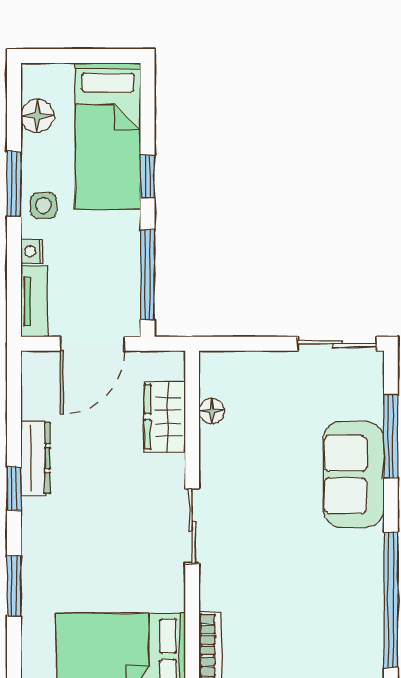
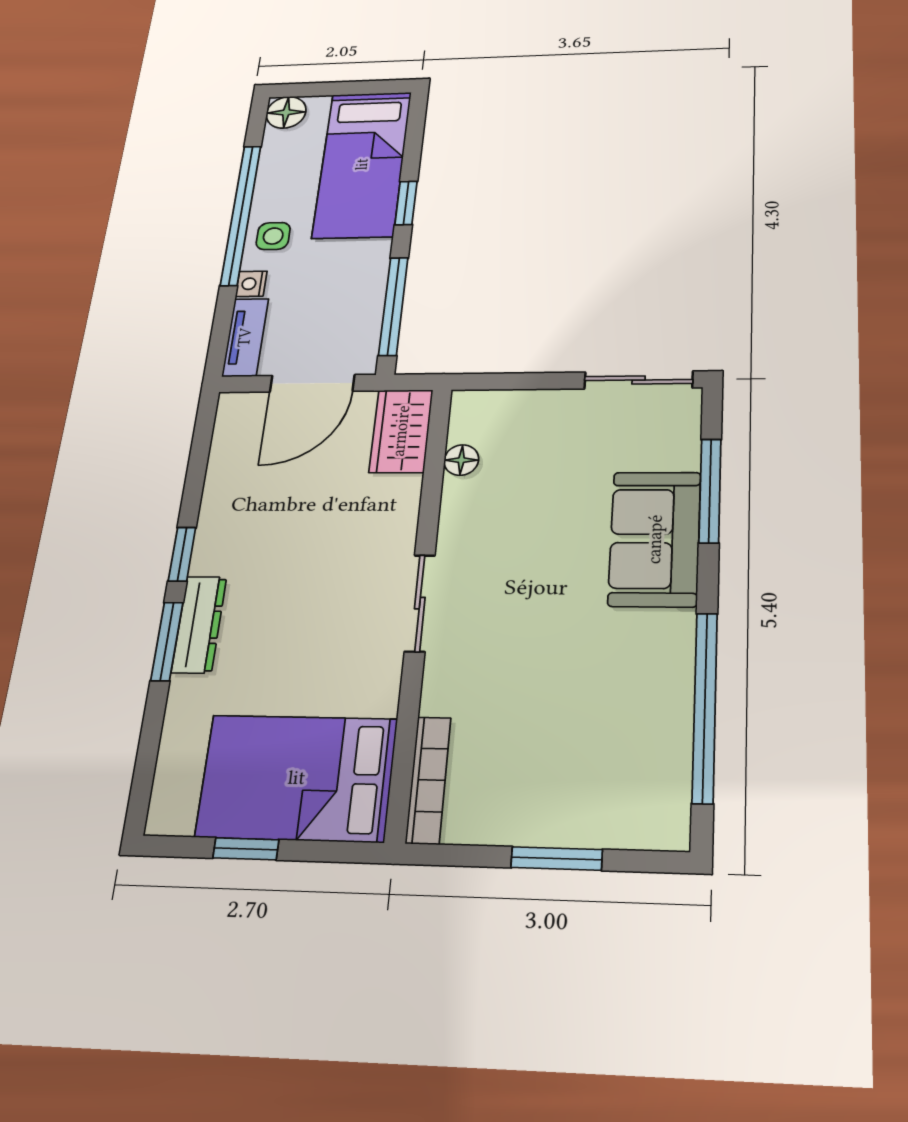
floor lamp: (37, 116) -> (286, 112), moved
window: (14, 184) -> (241, 215), width x2.11
wardrobe: (165, 417) -> (401, 431), moved
dresser: (35, 458) -> (199, 624), moved
window: (14, 586) -> (167, 641), moved

